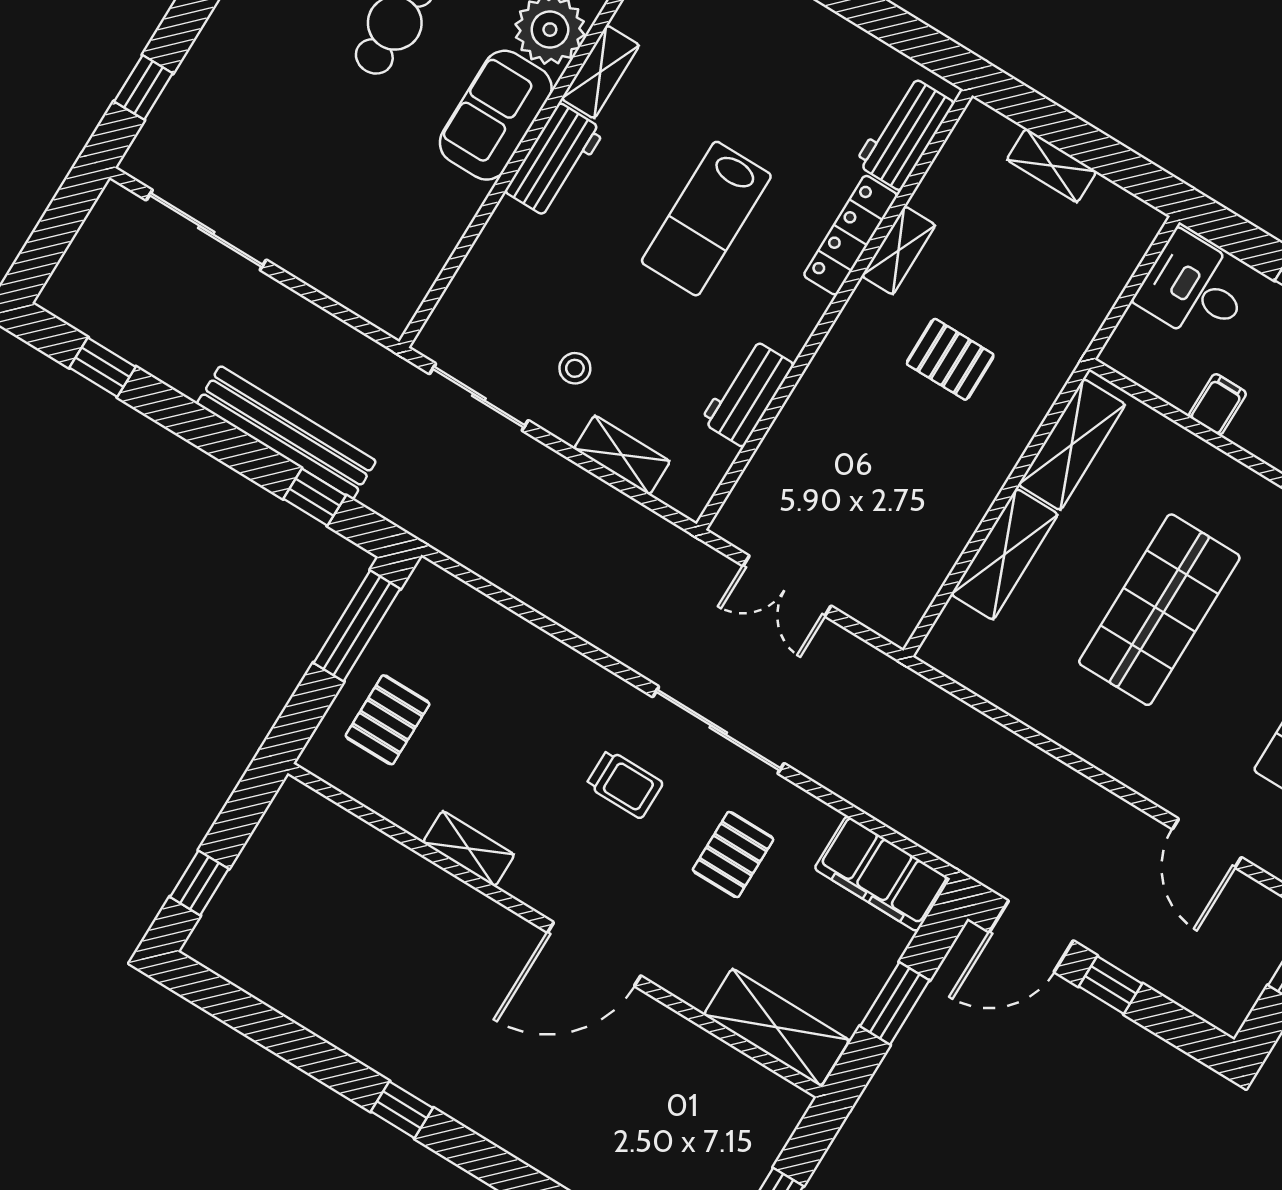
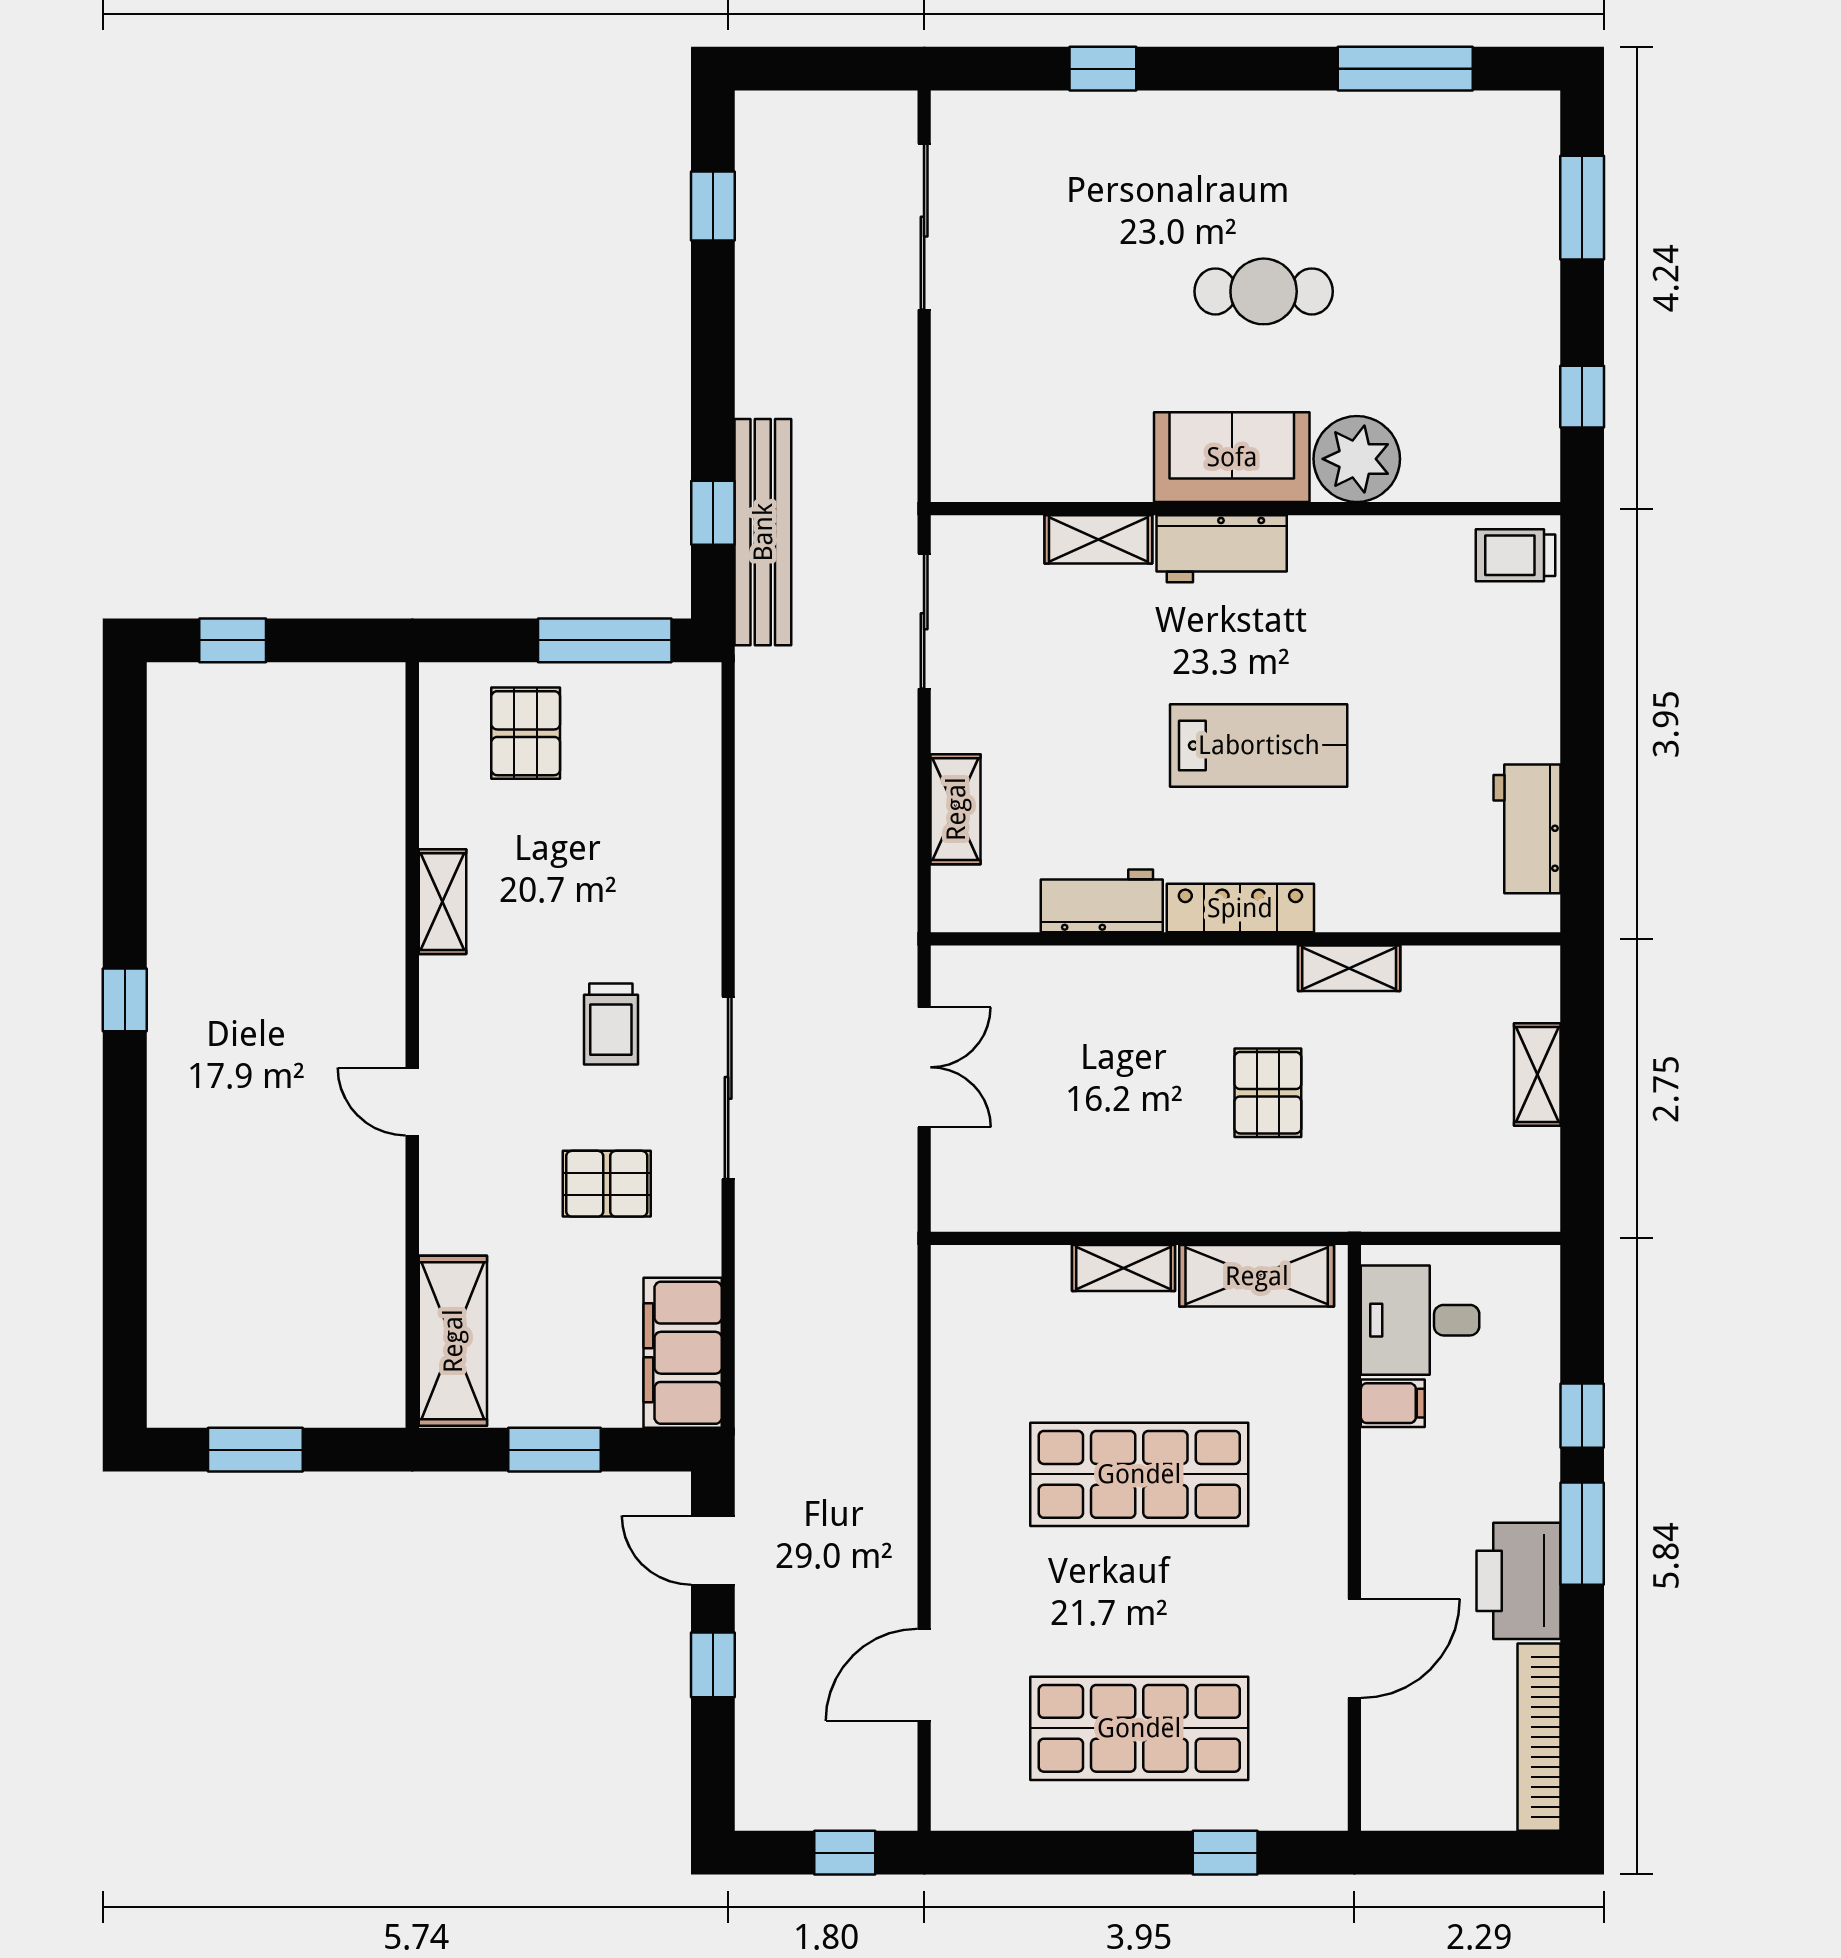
shelving: (600, 72) -> (1098, 539), moved
window: (143, 87) -> (1103, 69), moved
workbench: (905, 133) -> (1527, 829), moved, turned -90
lab bench: (706, 219) -> (1259, 745), turned 180
locker: (851, 235) -> (1240, 908), moved
desk: (1194, 288) -> (1420, 1320), moved, turned -90
stool: (575, 368) -> (1016, 704), removed
bench: (286, 432) -> (763, 532), moved
shelving: (1005, 554) -> (1123, 1268), width x0.67, depth x0.75
double door: (787, 586) -> (924, 1067), swing flipped
pallet: (388, 720) -> (526, 733), turned 90
door: (1031, 936) -> (713, 1550), width x0.73
door: (594, 954) -> (412, 1102), width x0.53

